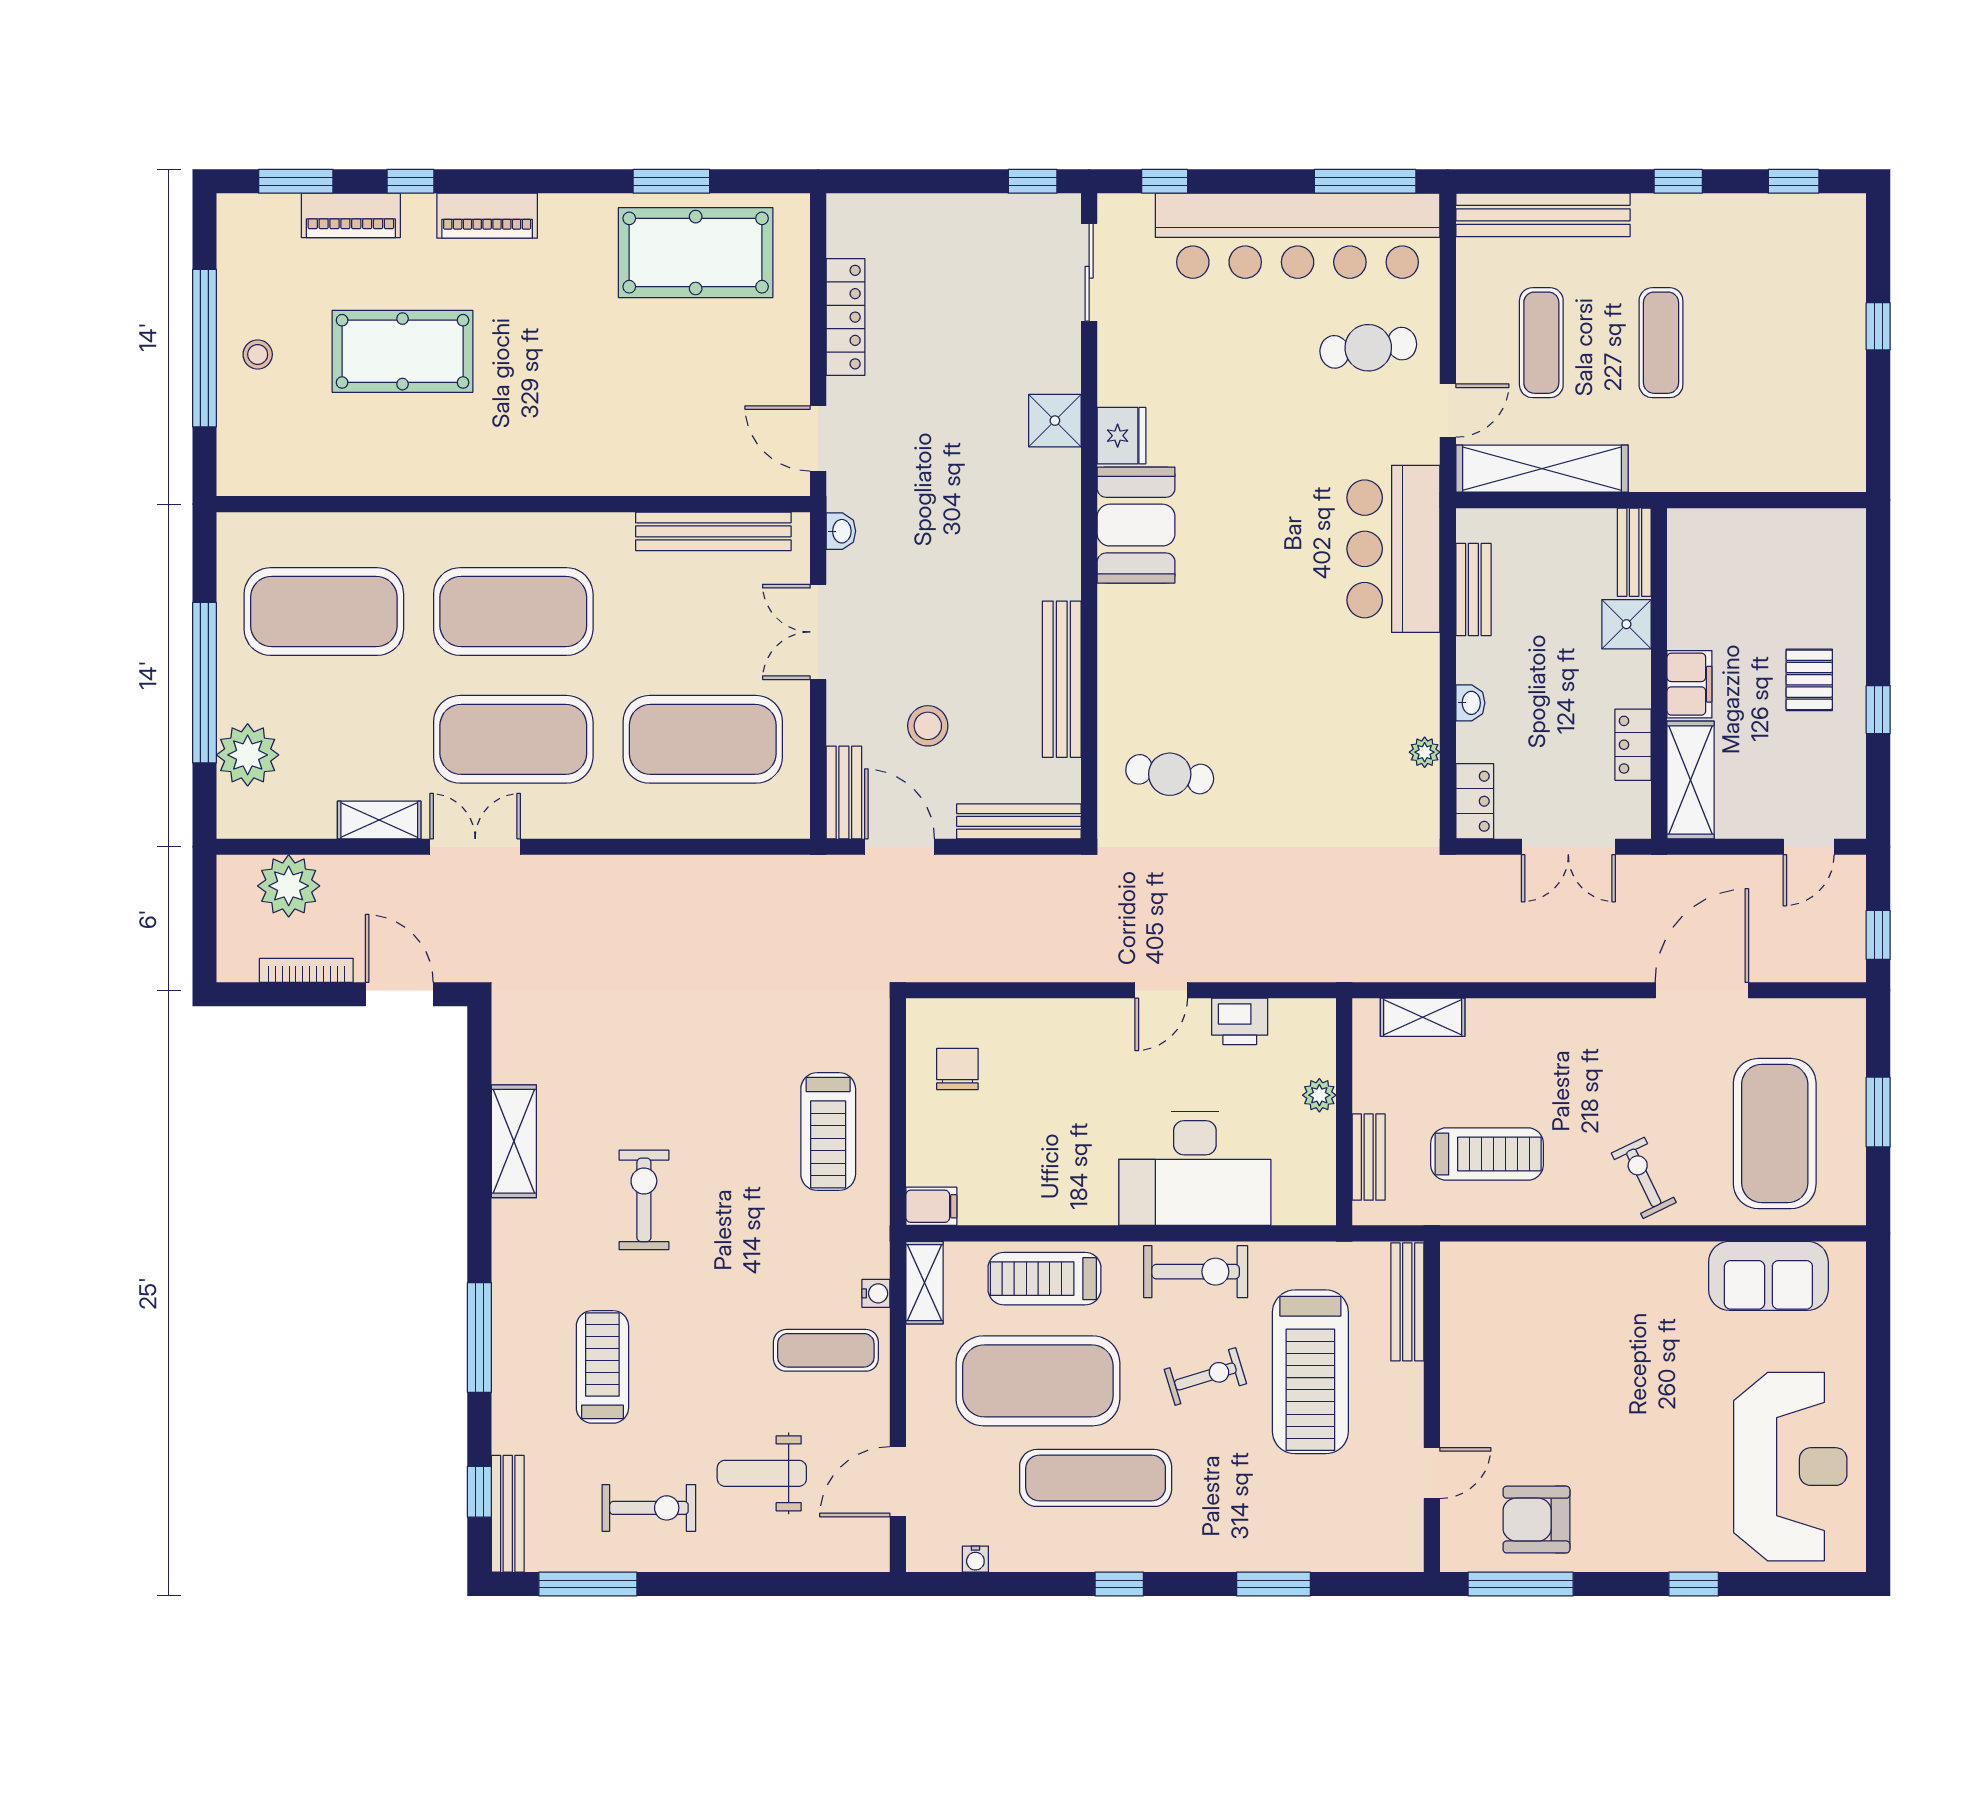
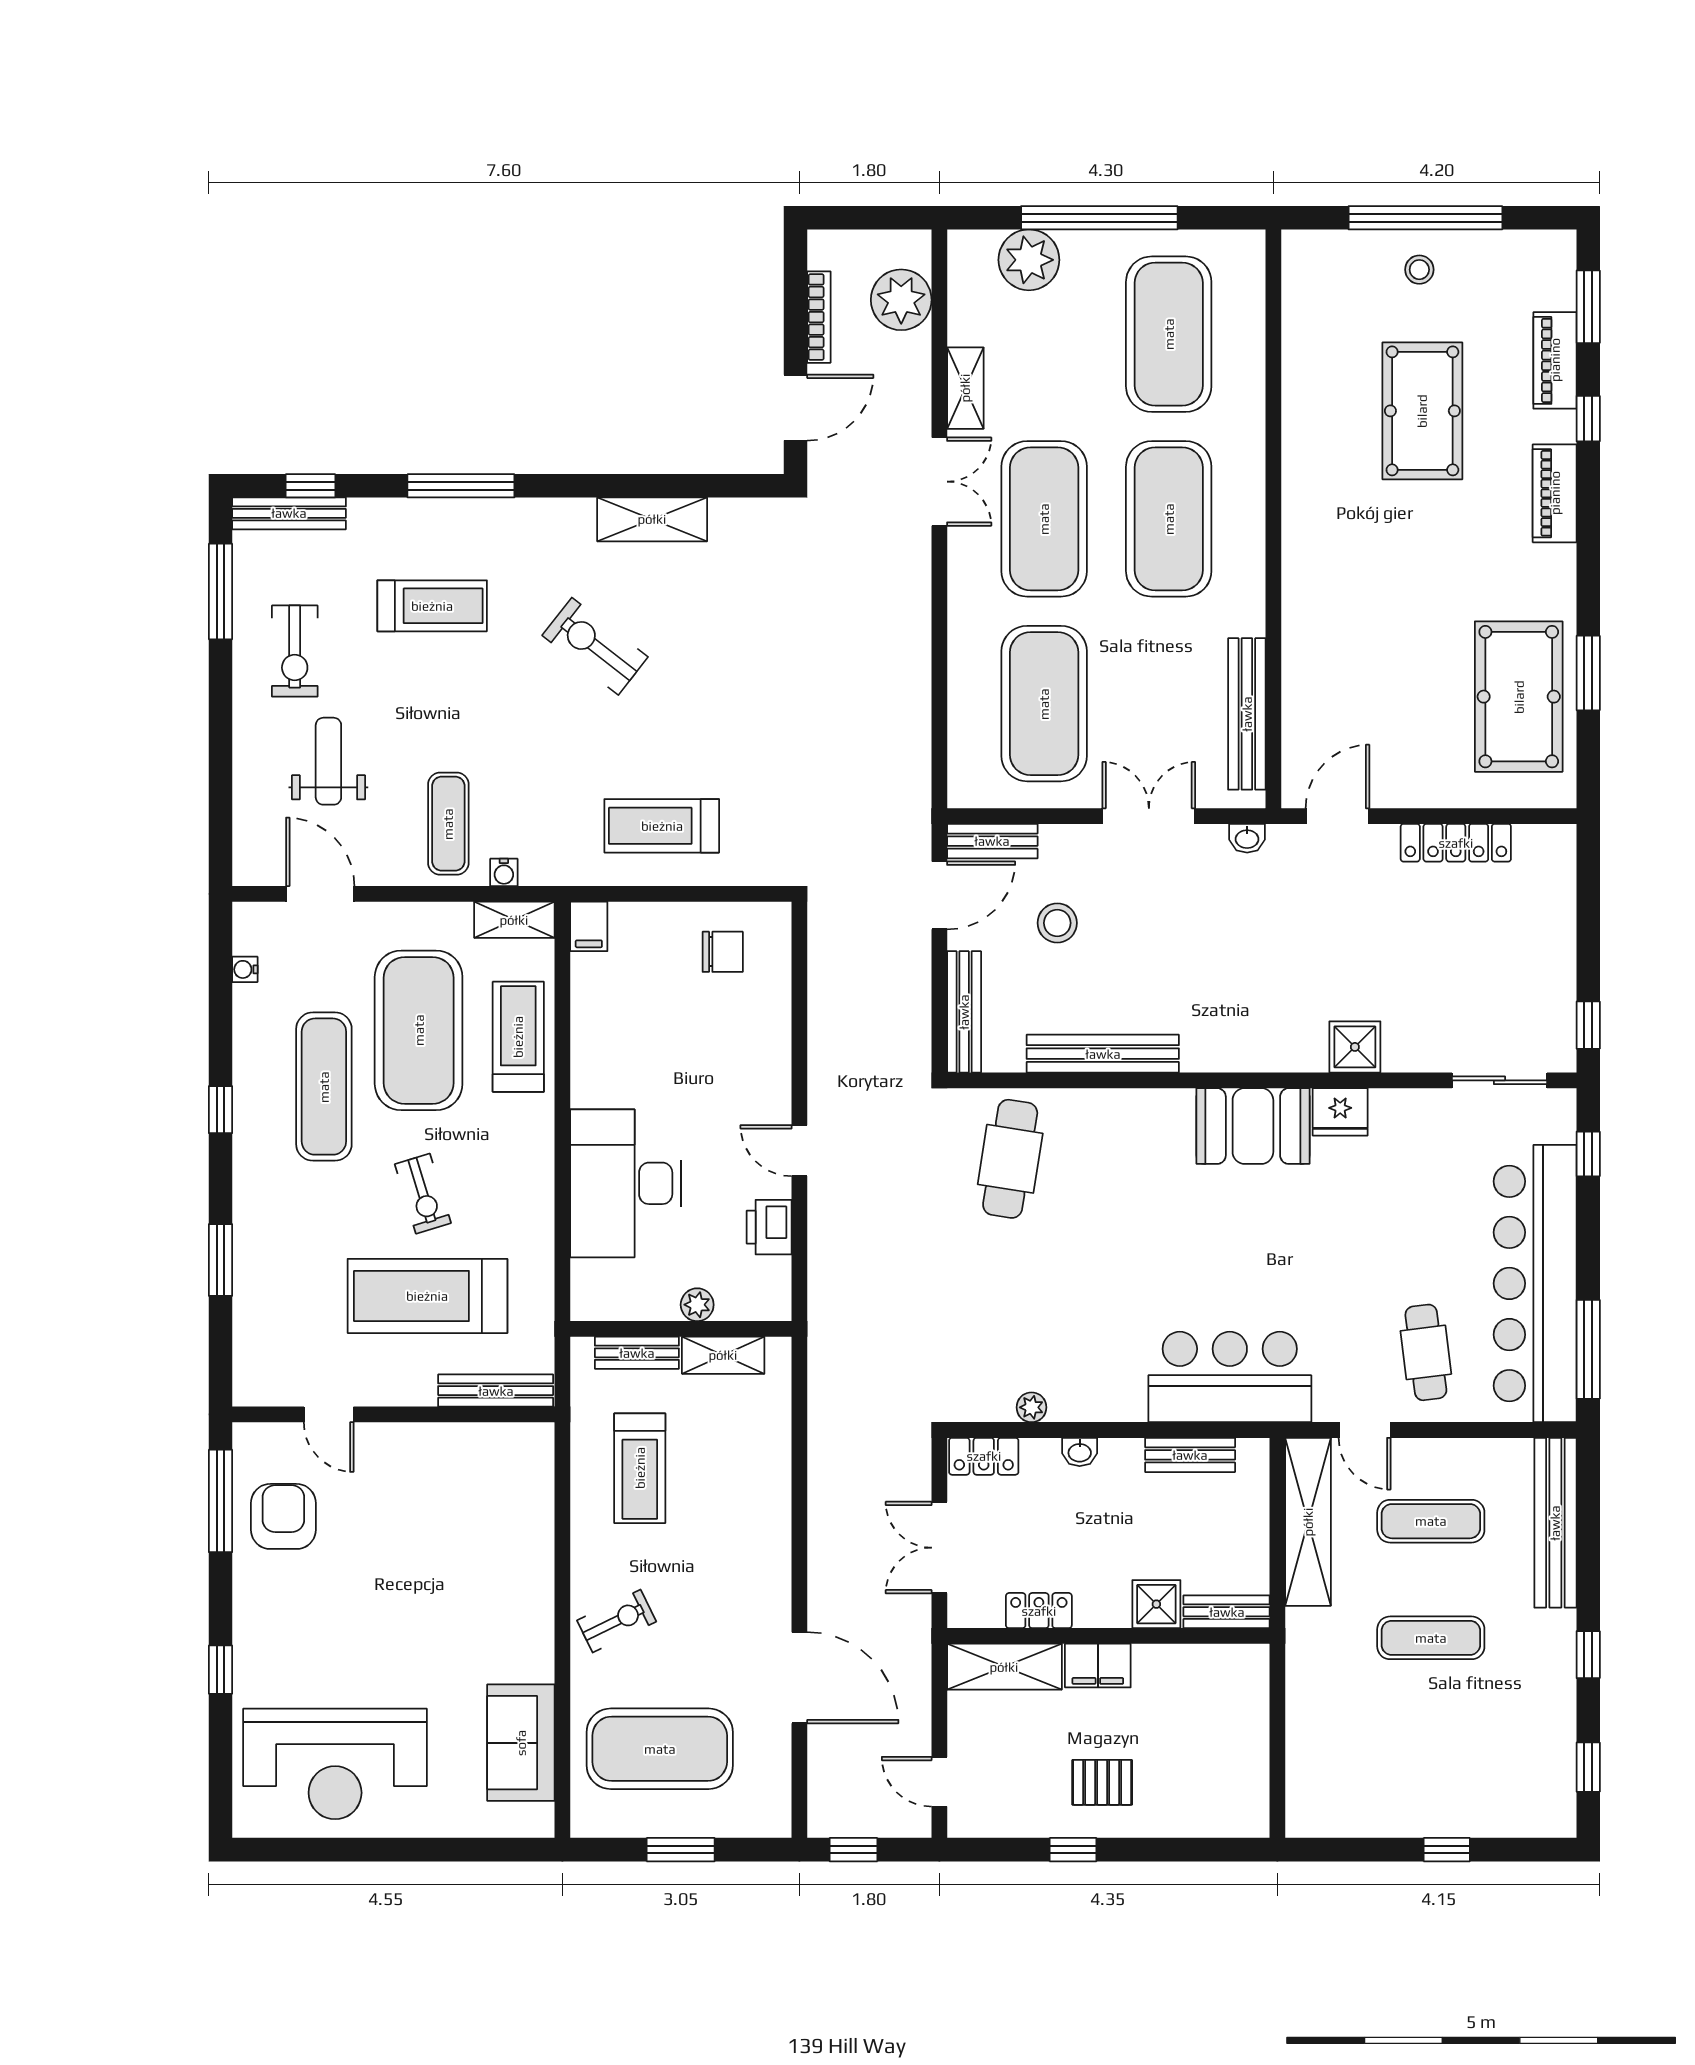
cafe table: (1170, 774) -> (1010, 1159), width x1.37, depth x1.35
shelving: (1423, 1017) -> (723, 1355), moved, turned 90
exercise bike: (644, 1200) -> (595, 646), turned -142
exercise bike: (1196, 1272) -> (525, 1184), removed

